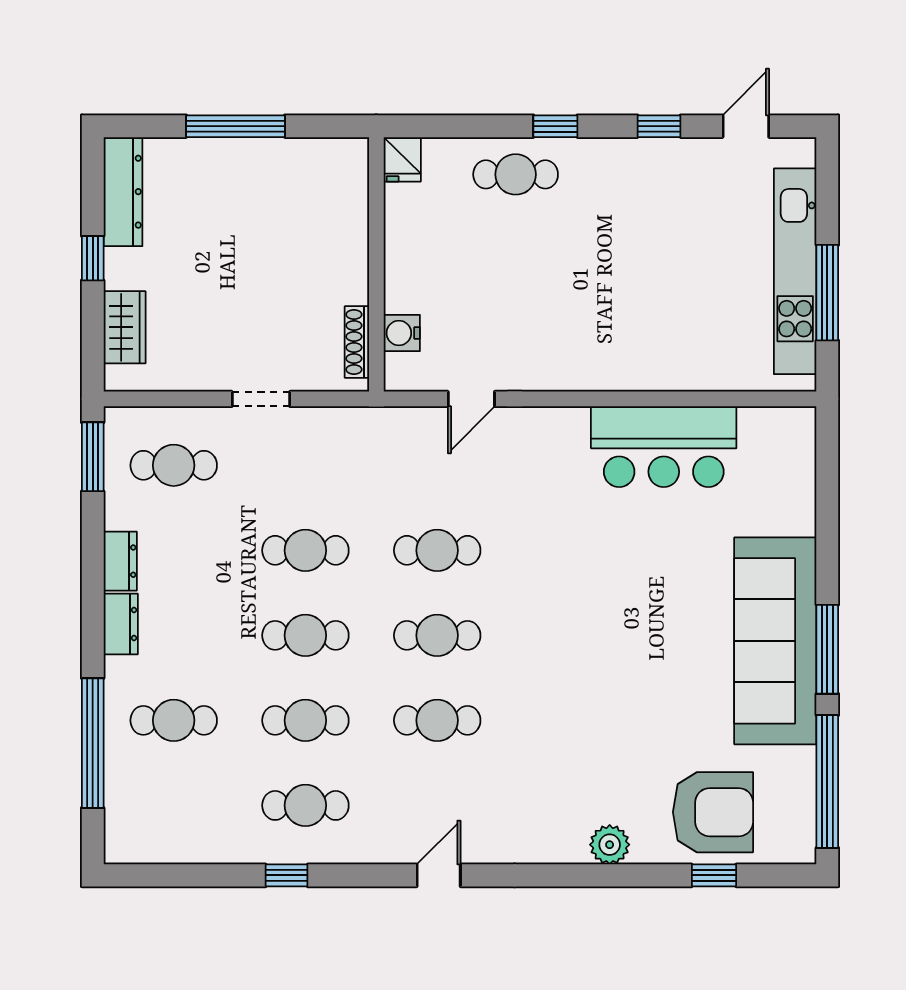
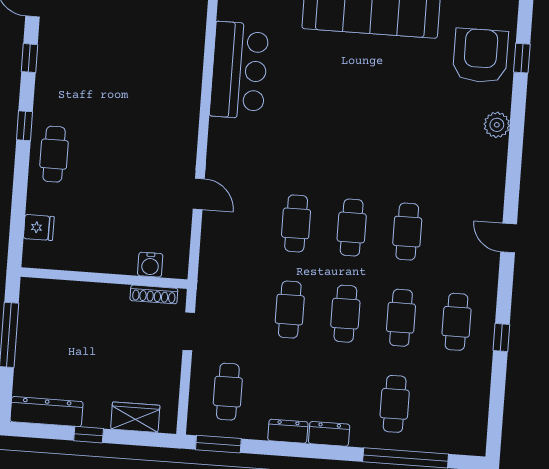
wall: (376, 264) -> (104, 278), moved
water cooler: (402, 333) -> (150, 265), moved
shoe rack: (357, 342) -> (154, 294), moved

